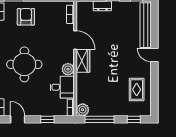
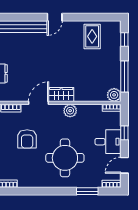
armchair: (26, 17) -> (27, 139), moved, turned -90
desk: (62, 87) -> (108, 142), moved, turned 90
rug: (137, 90) -> (92, 36), turned 90

